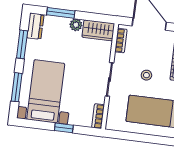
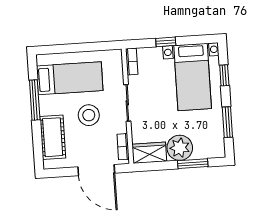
plant: (76, 25) -> (180, 148), width x1.88, depth x1.88
dresser: (35, 26) -> (217, 144), removed
stool: (146, 75) -> (89, 115), width x1.89, depth x1.89
window: (17, 87) -> (224, 75), width x0.67

